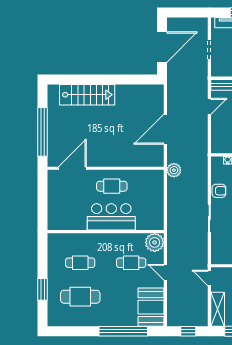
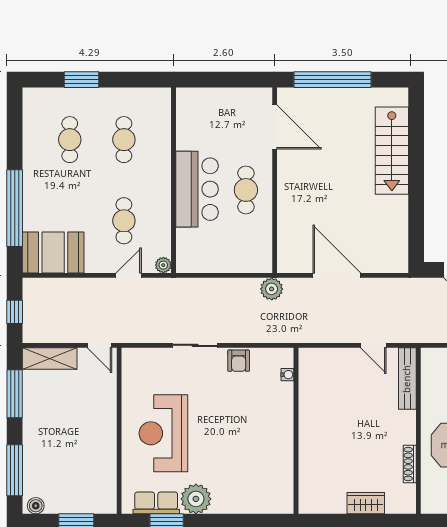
plant: (155, 242) -> (163, 265), width x0.53, depth x0.53
door: (165, 272) -> (129, 275), moved
door: (209, 278) -> (100, 345), swing flipped
cafe table: (80, 297) -> (70, 140), width x0.73, depth x0.74

